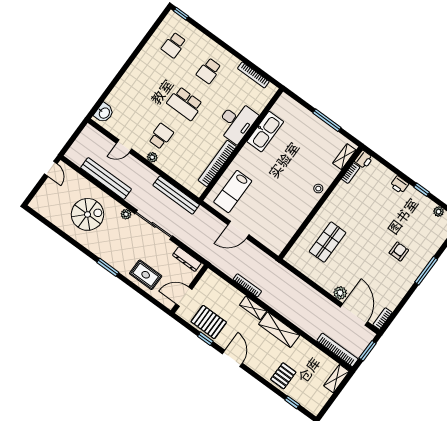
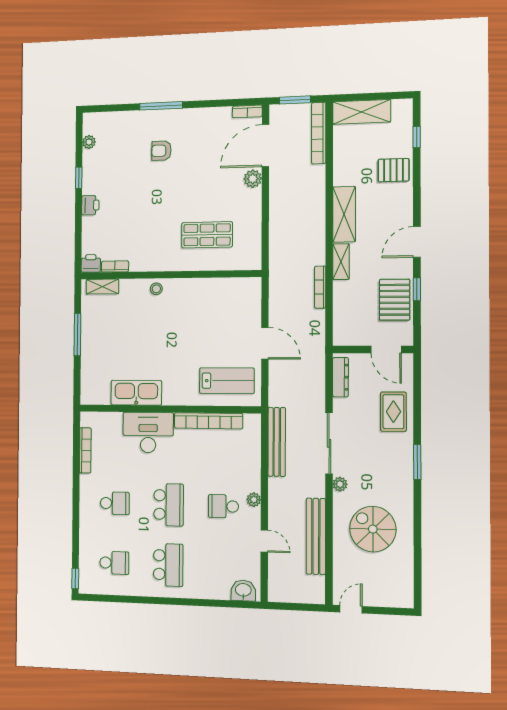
school desk: (150, 78) -> (168, 565), added
shelving: (336, 379) -> (362, 112), width x1.50, depth x1.33

